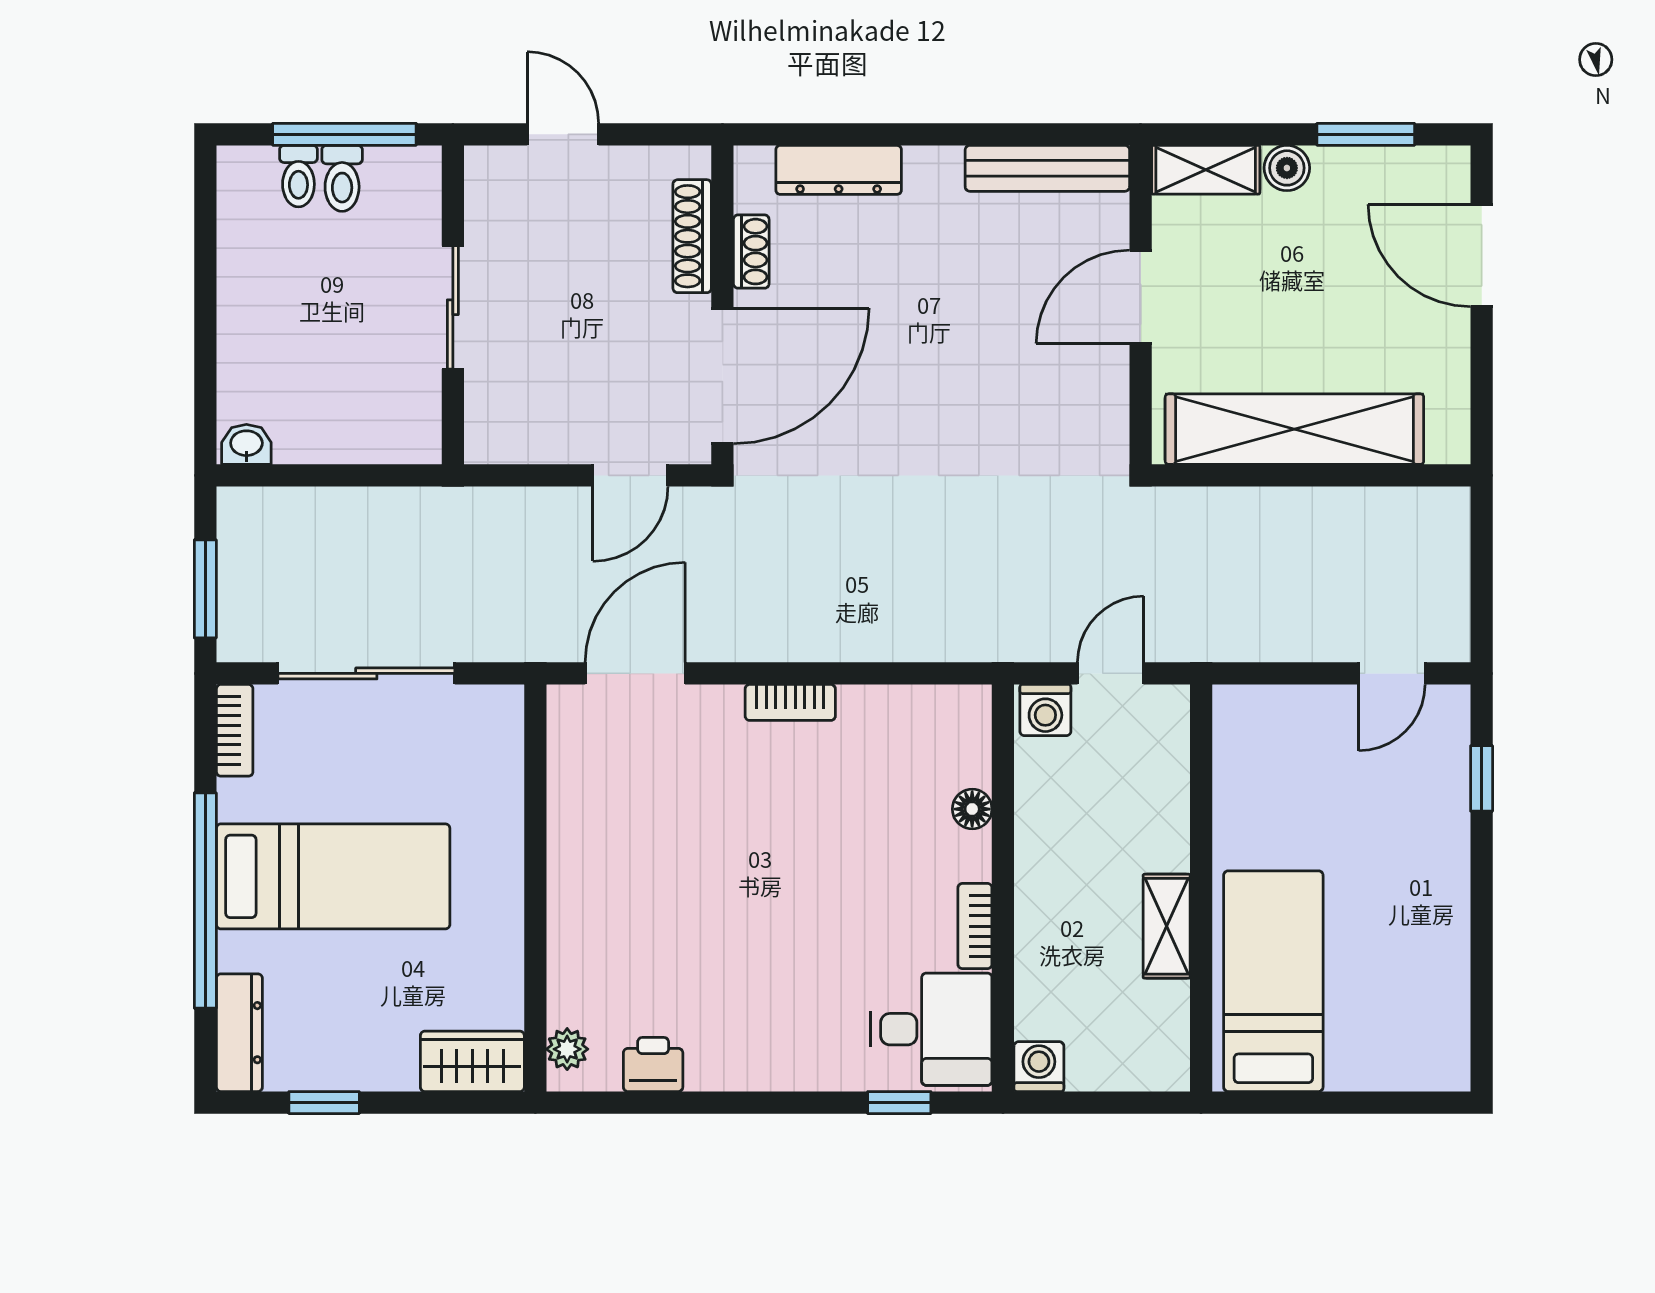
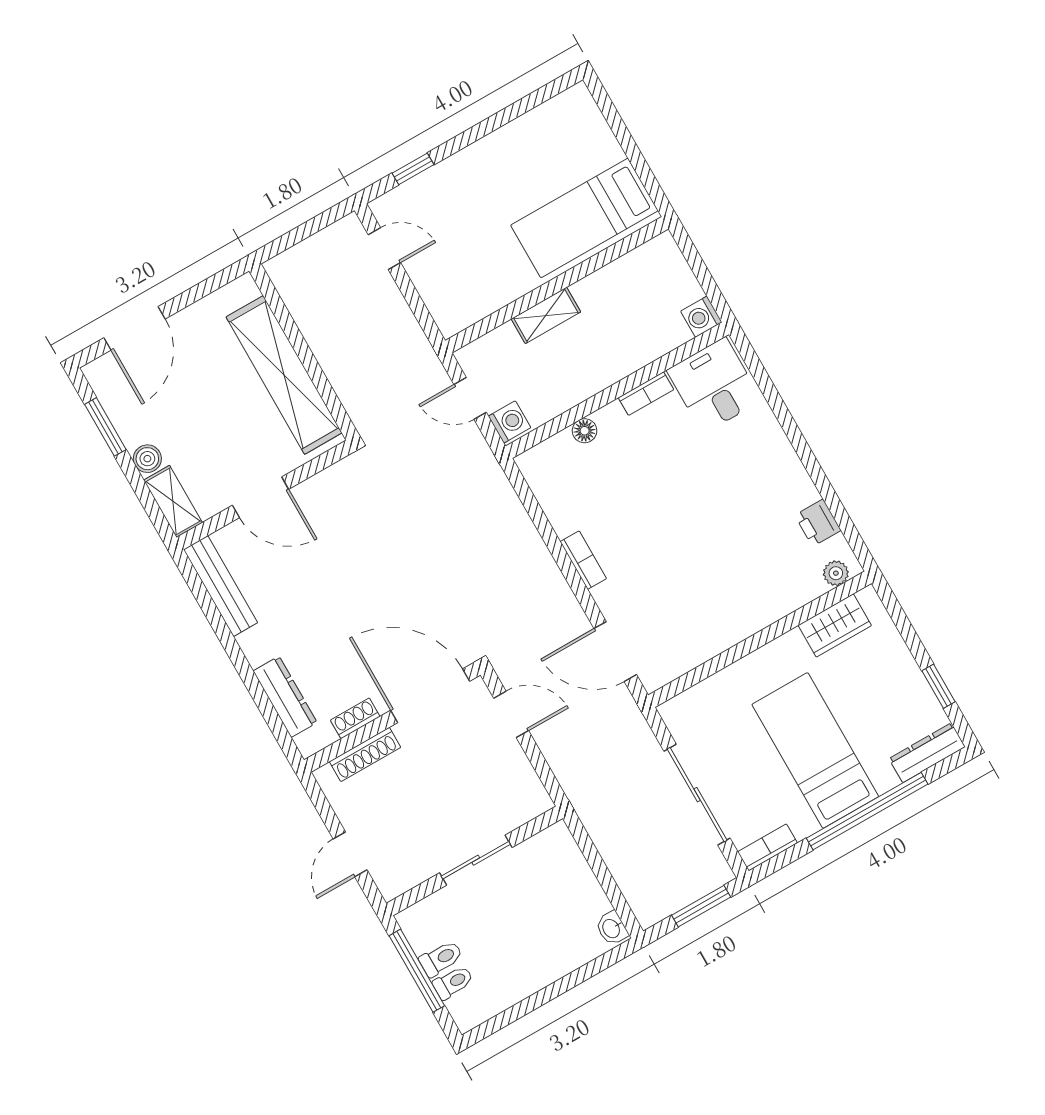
shelving: (1167, 926) -> (546, 315), moved
wardrobe: (472, 1061) -> (835, 625), moved, turned -90
window: (899, 1103) -> (763, 380), removed

